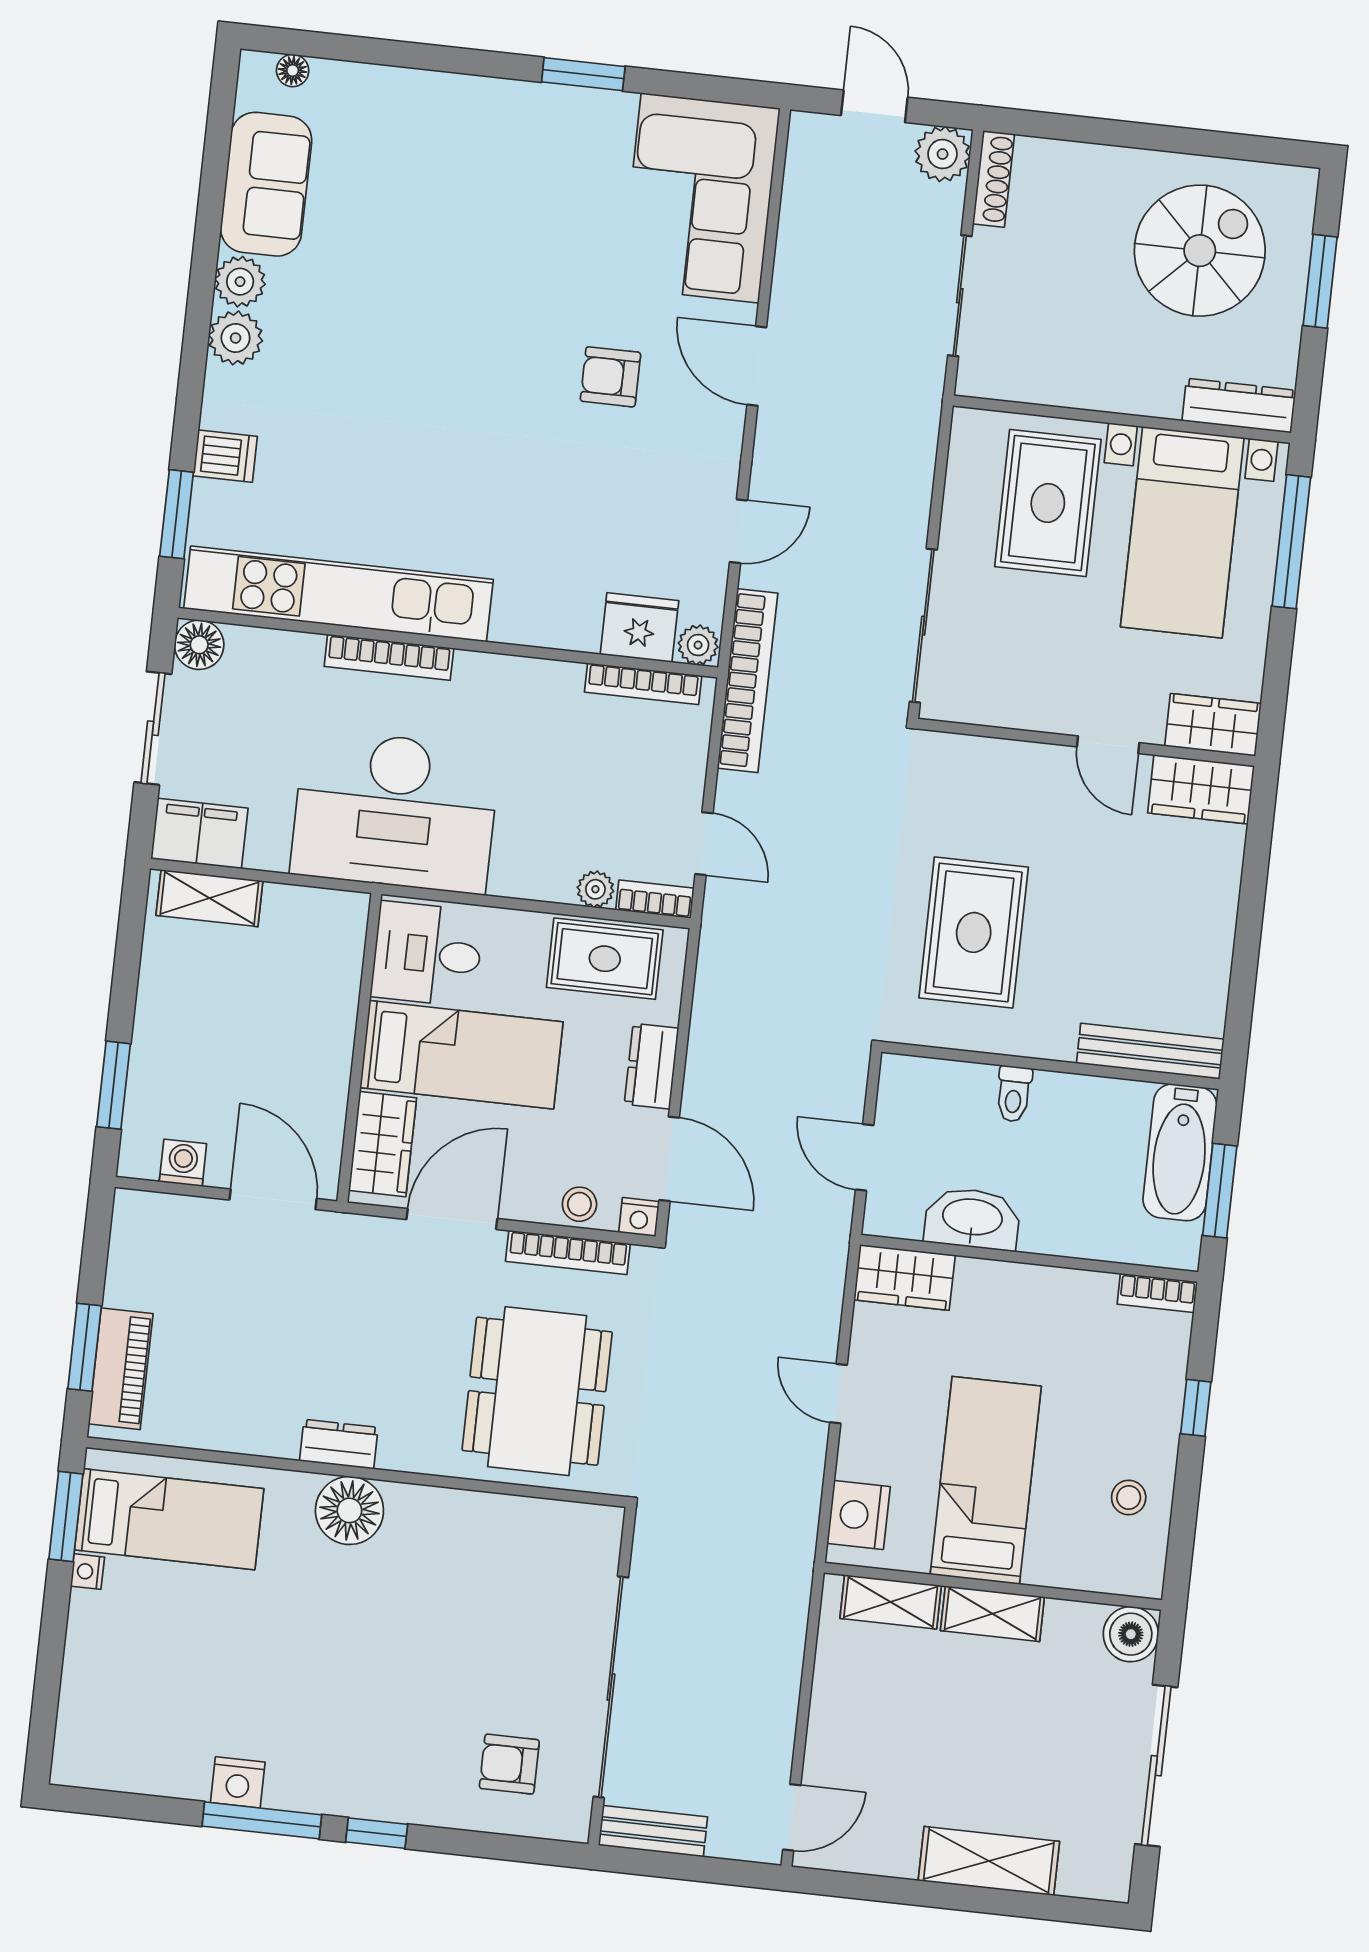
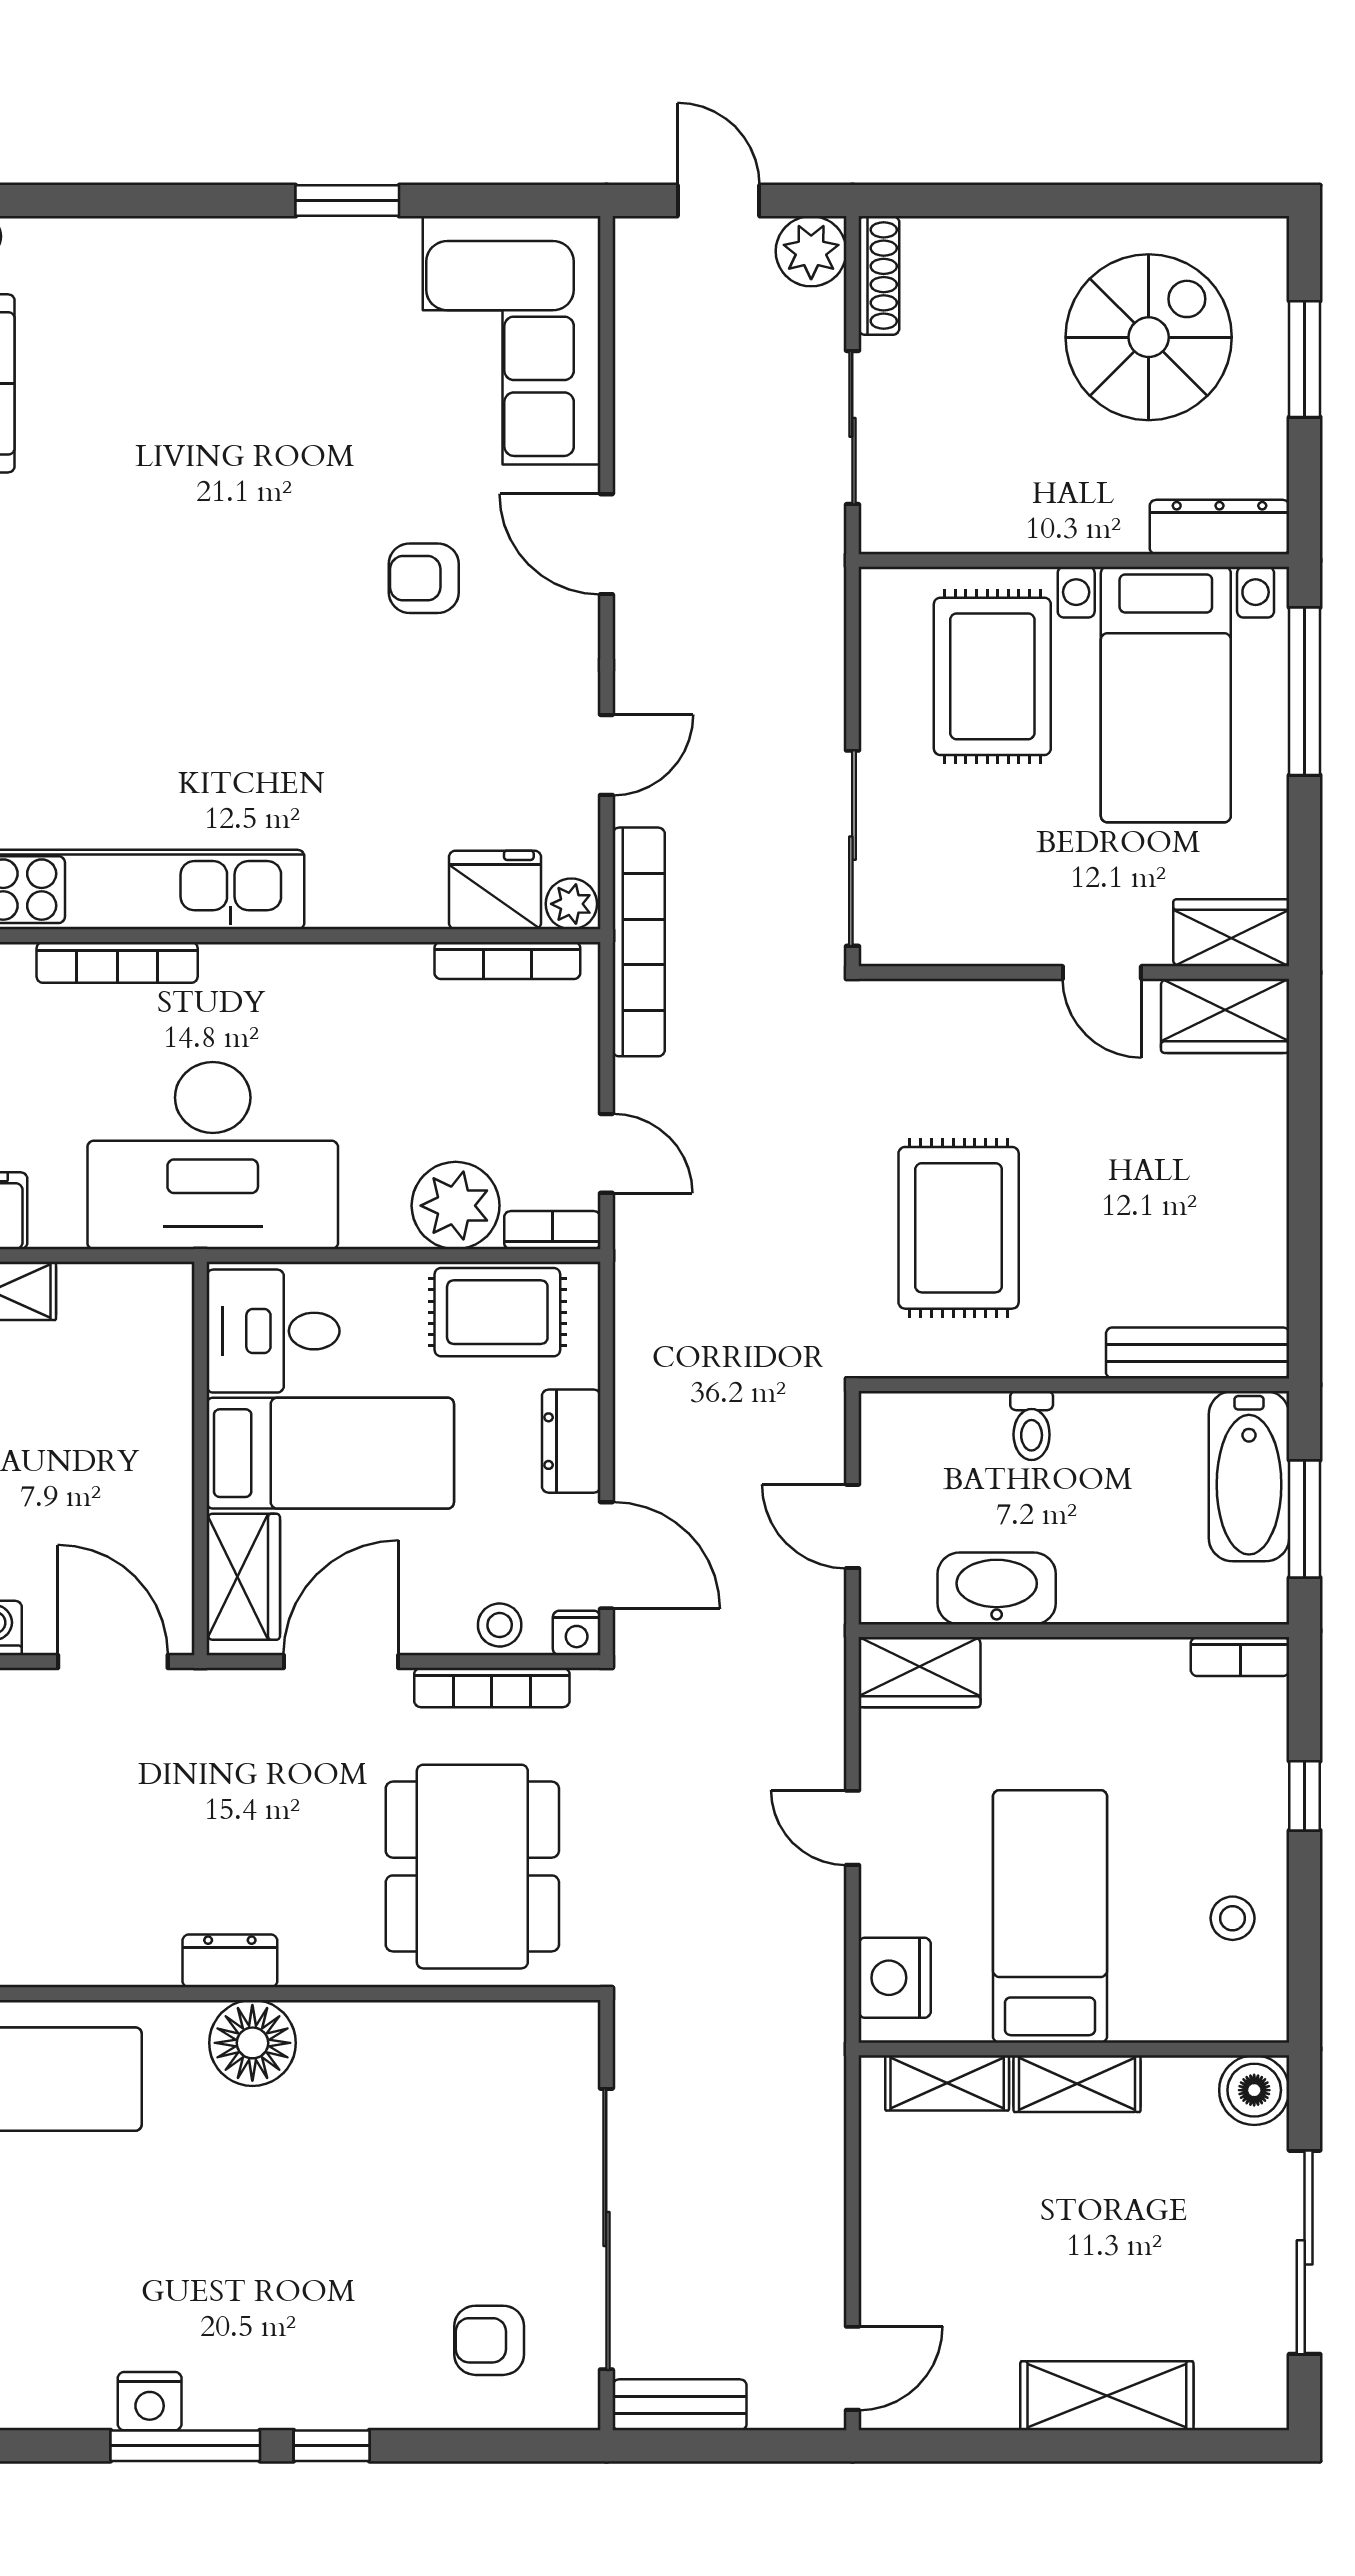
bookcase: (389, 657) -> (117, 962), moved
plant: (595, 889) -> (456, 1206), width x1.87, depth x1.87

